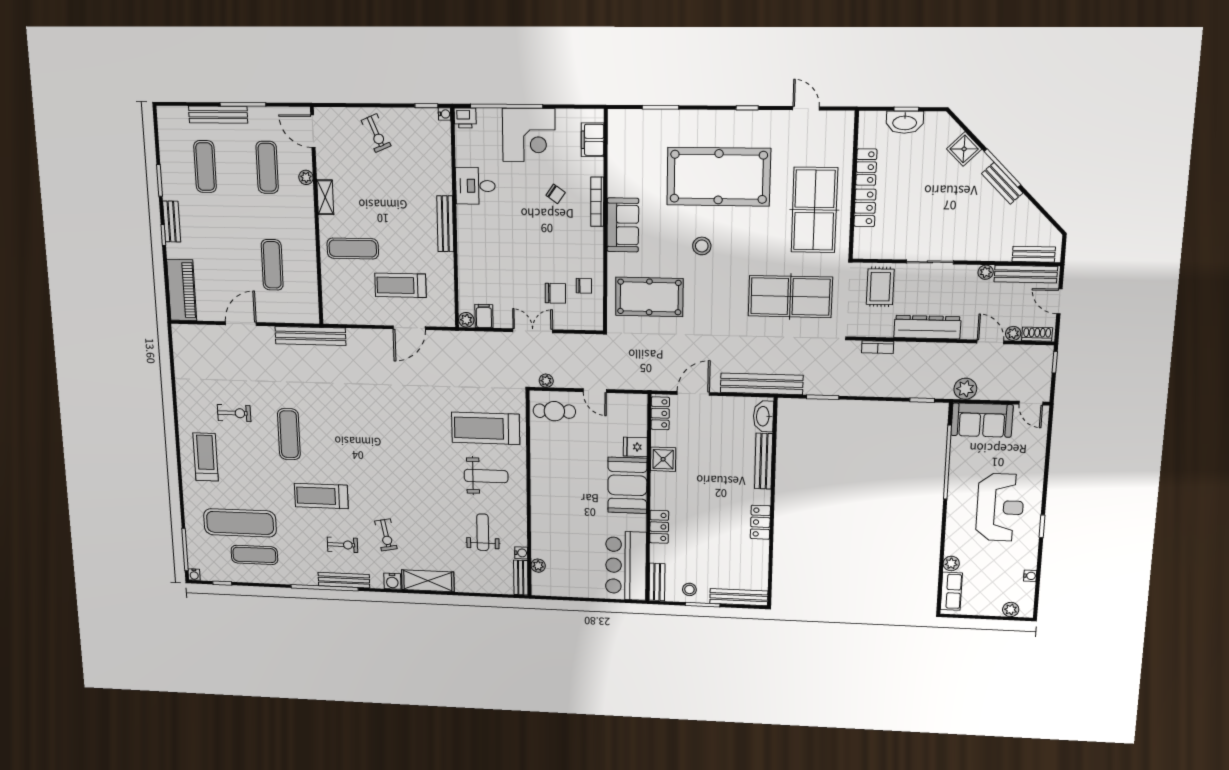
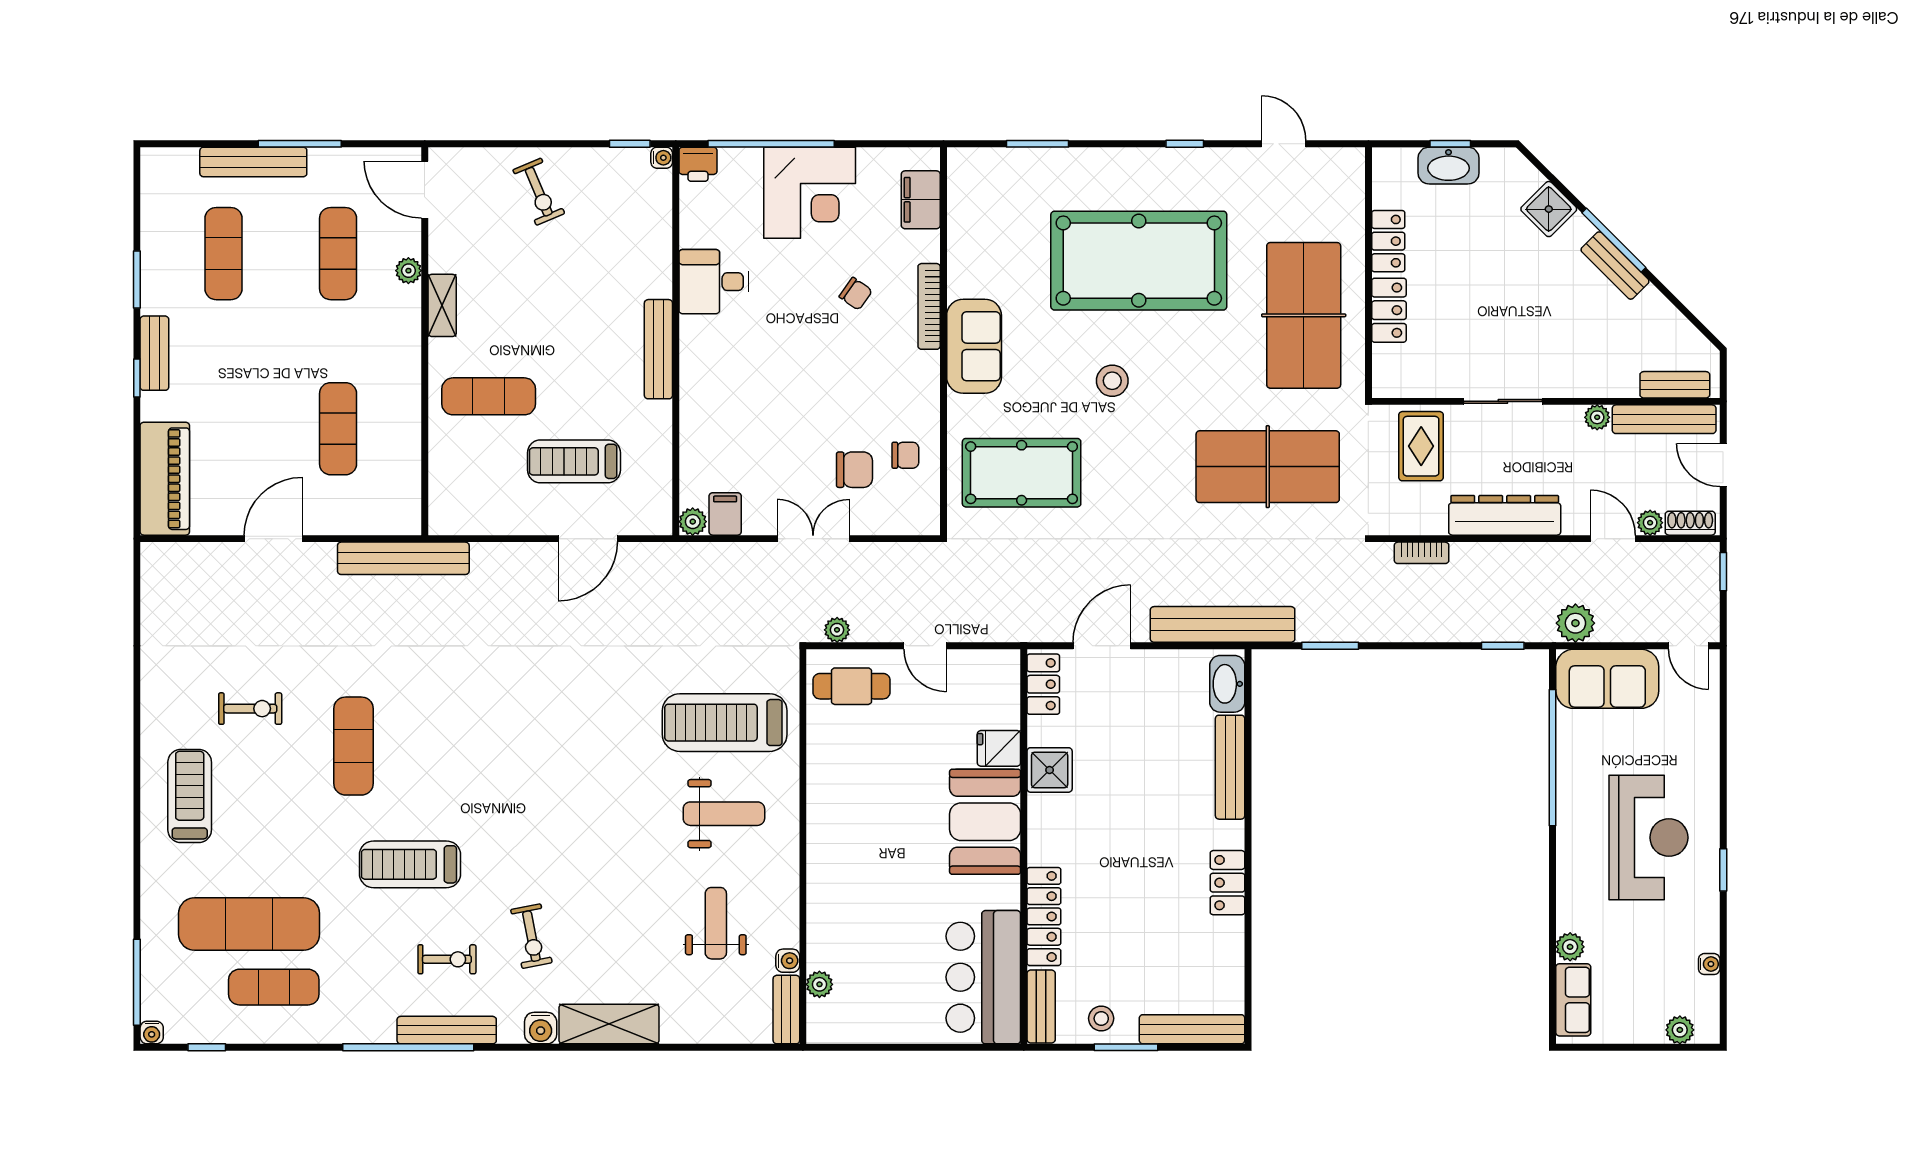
locker: (659, 527) -> (1044, 916), width x1.53

